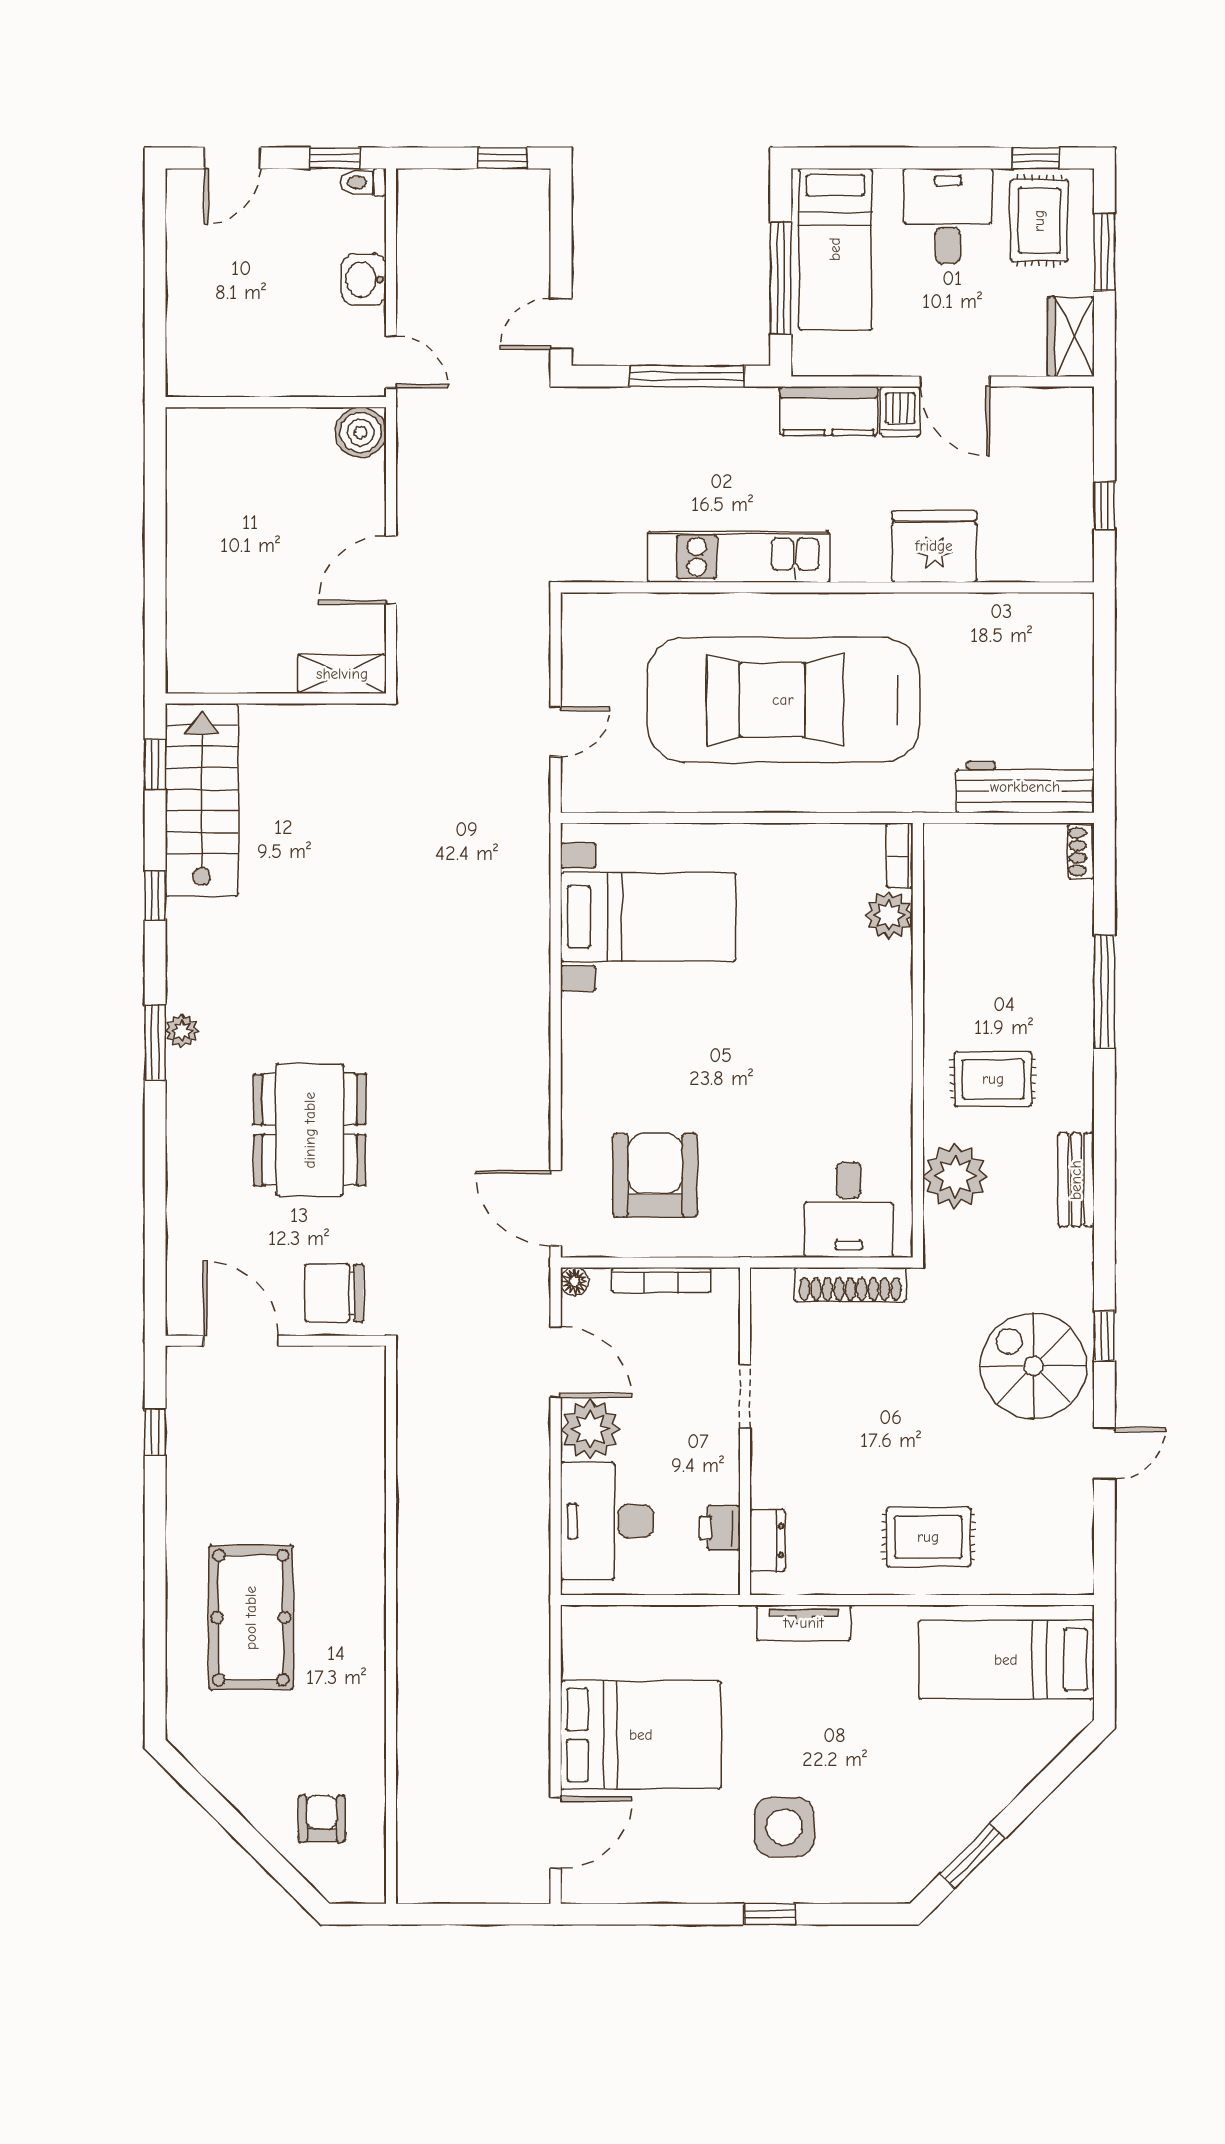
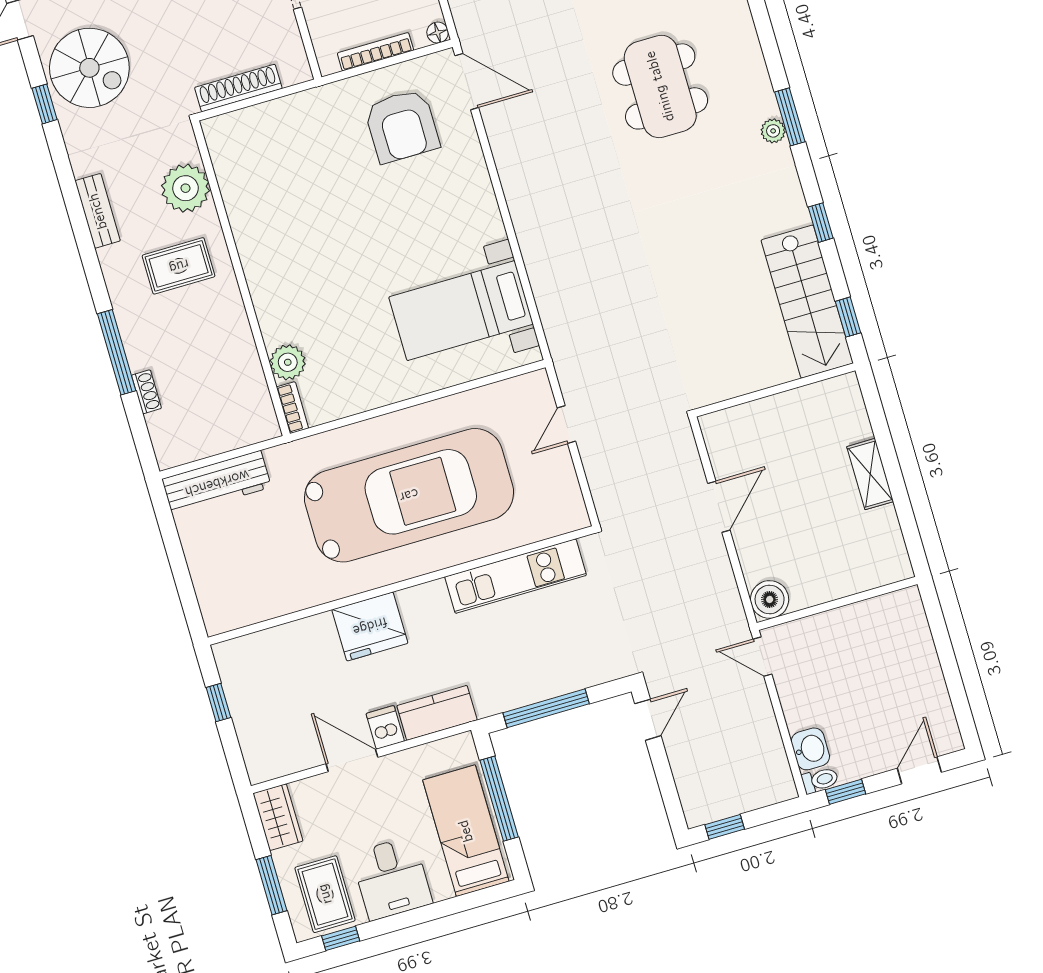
washbasin: (364, 279) -> (810, 749), moved
fridge: (934, 546) -> (370, 626), moved
kitchen unit: (739, 557) -> (516, 576), moved
shelving: (342, 674) -> (870, 474), moved, turned 90
shoe rack: (1081, 852) -> (146, 392), moved
desk: (849, 1210) -> (255, 142), removed

